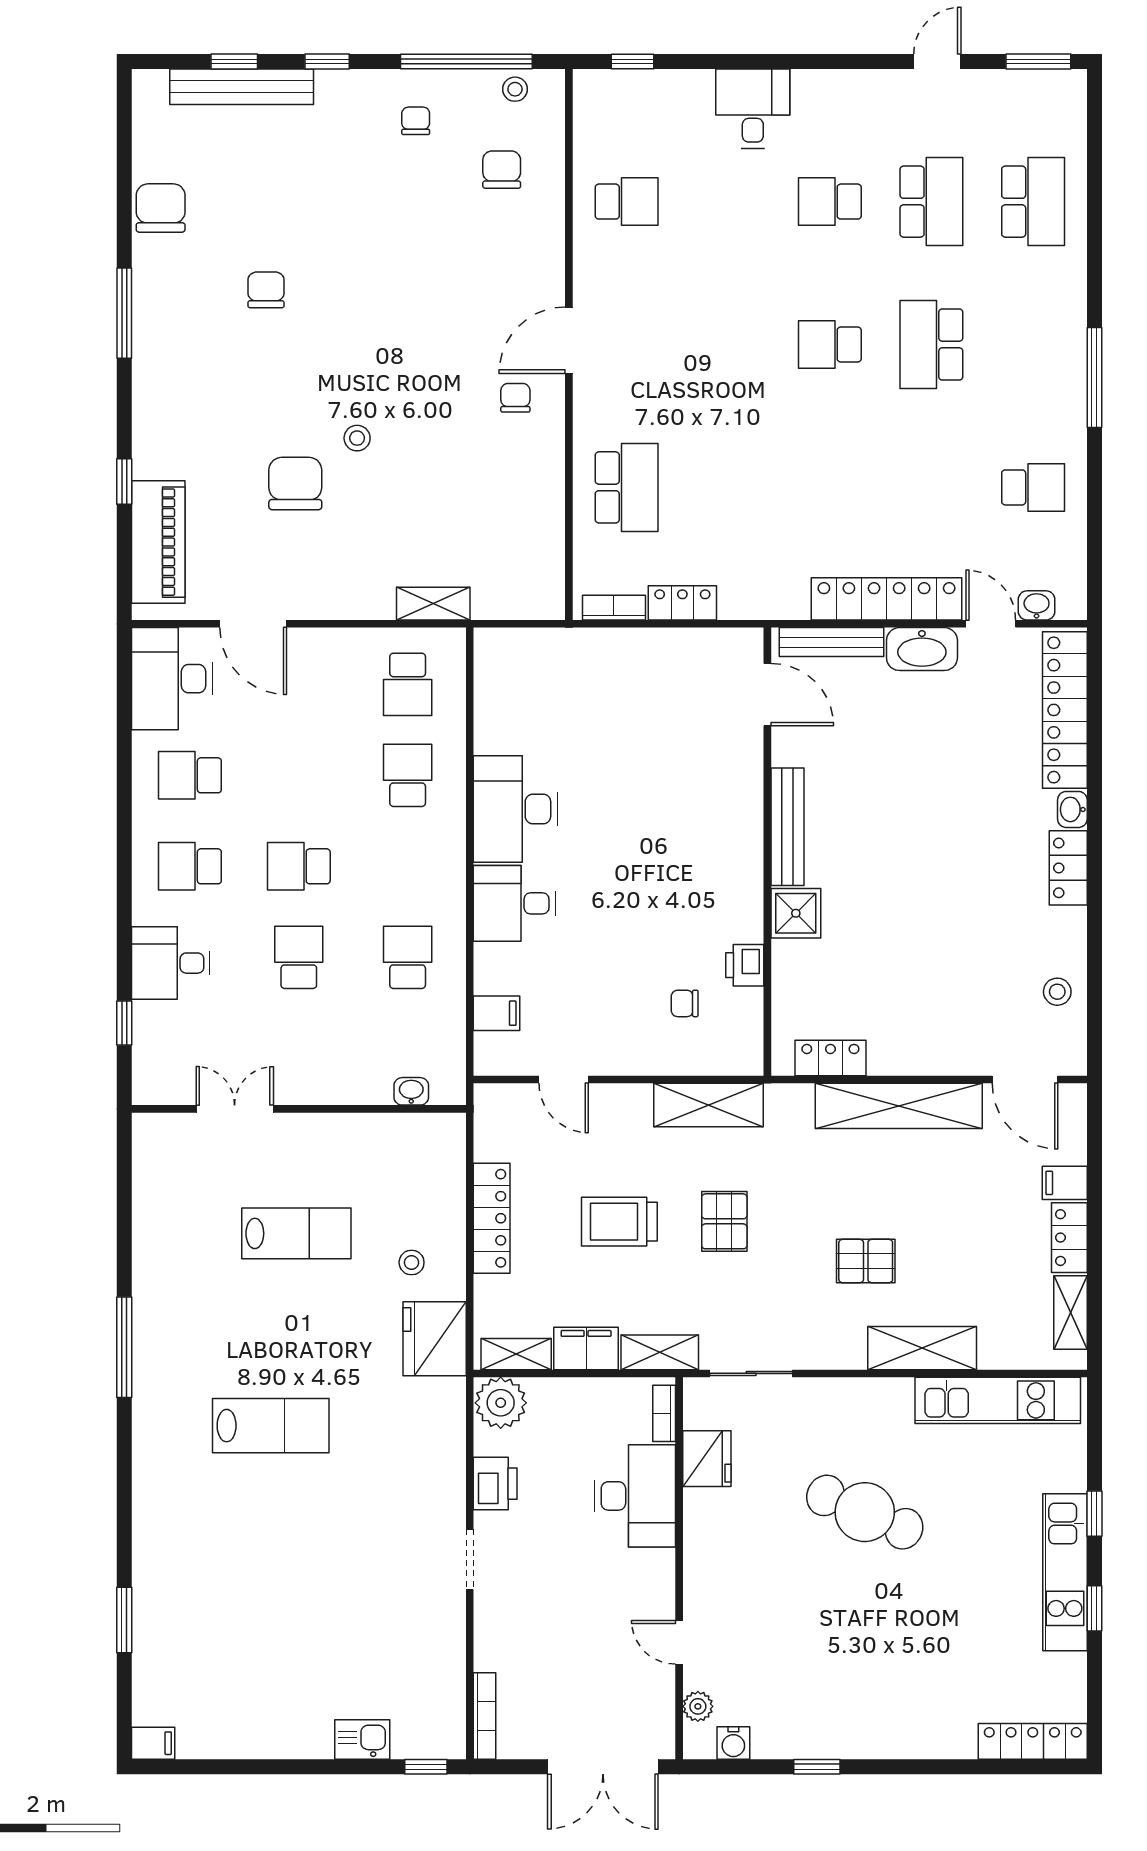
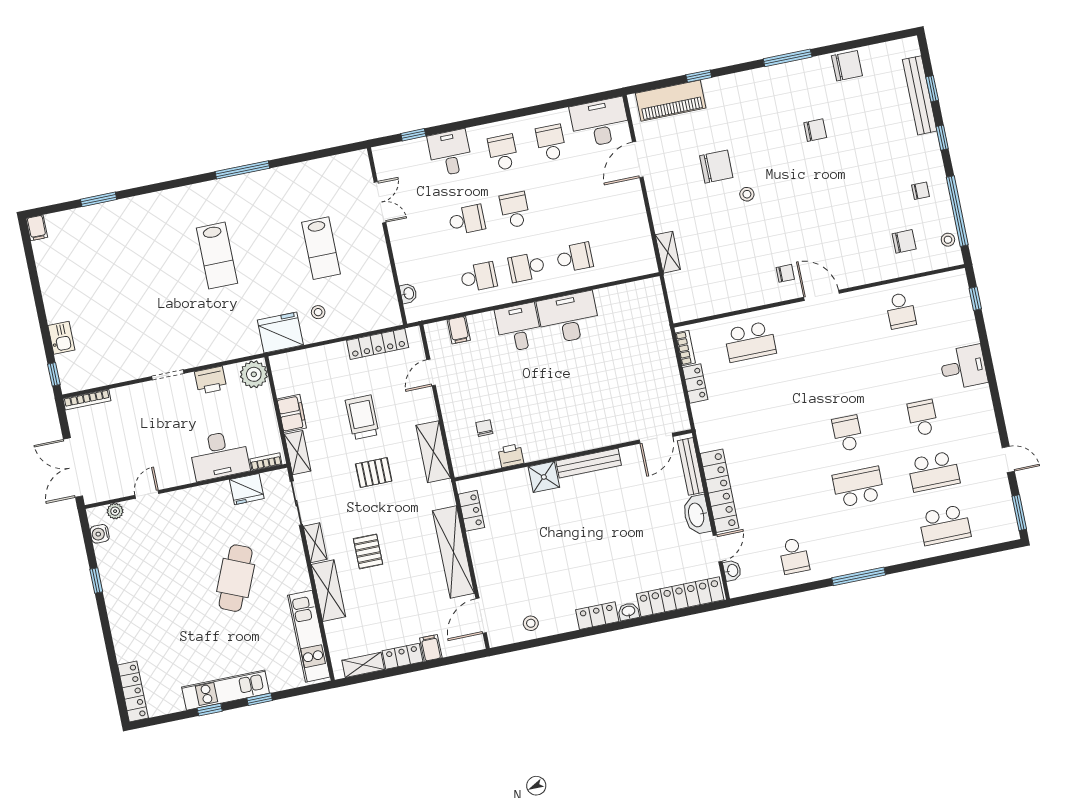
school desk: (408, 684) -> (527, 267), moved
locker: (492, 1218) -> (378, 344), moved
shelving: (516, 1354) -> (315, 543), moved

